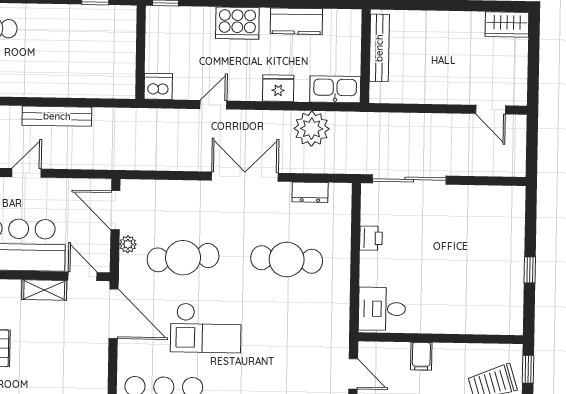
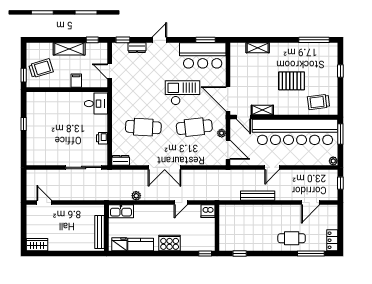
fridge: (278, 88) -> (119, 244), moved, turned 180
plant: (312, 129) -> (136, 196), width x0.53, depth x0.53
dresser: (310, 192) -> (121, 160), moved

